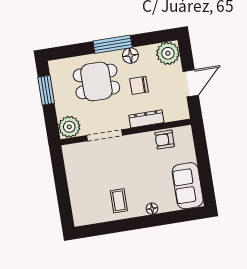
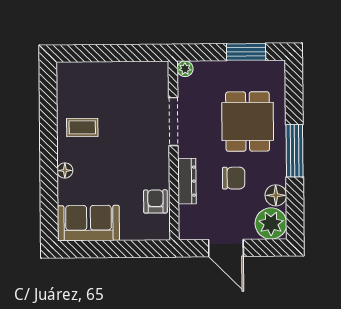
floor lamp: (130, 56) -> (276, 195), moved
chair: (139, 85) -> (234, 178), turned 90
plant: (69, 127) -> (185, 69), width x0.53, depth x0.53

